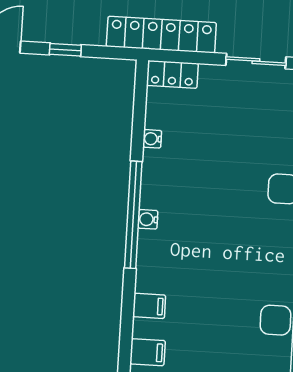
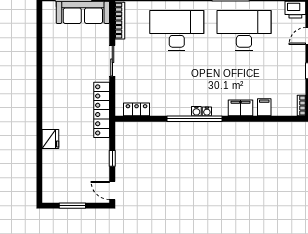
locker: (172, 74) -> (137, 109), moved, turned -90
water cooler: (152, 139) -> (207, 111), moved
filing cabinet: (149, 306) -> (241, 108), width x2.00

